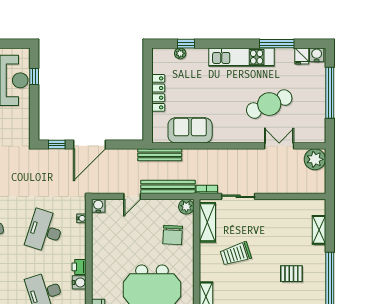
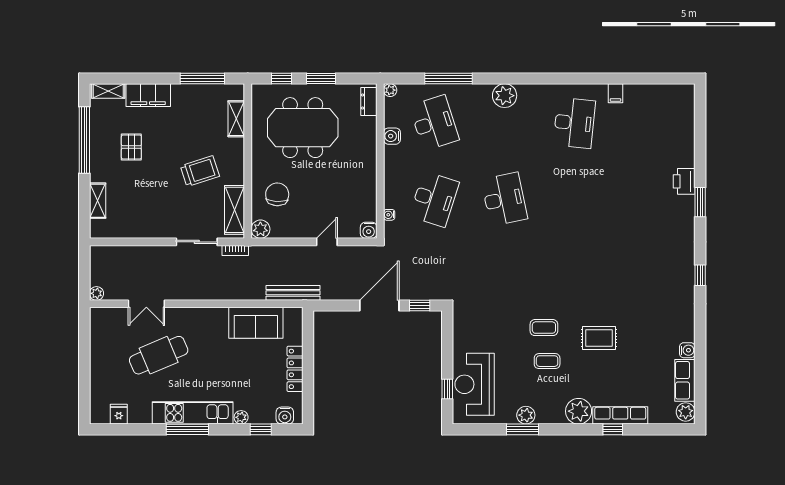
window: (277, 44) -> (187, 429), moved
plant: (180, 53) -> (241, 417), moved
water cooler: (317, 55) -> (285, 416), moved
window: (330, 93) -> (84, 369), removed
plant: (315, 159) -> (96, 293), width x0.53, depth x0.53
bench: (168, 187) -> (283, 254), removed
printer: (79, 267) -> (392, 155), removed
pallet: (291, 274) -> (131, 147), turned 90

